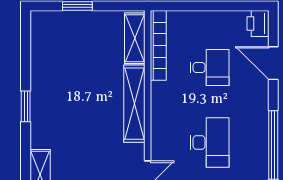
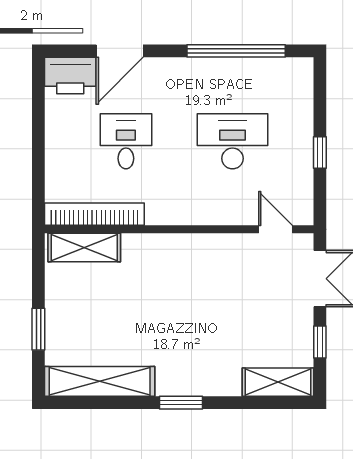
printer: (258, 23) -> (70, 75), width x1.37, depth x1.19
shelving: (134, 104) -> (100, 381), moved

